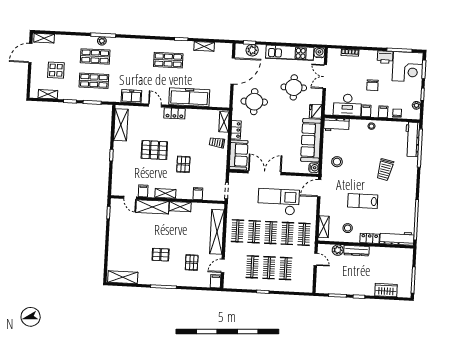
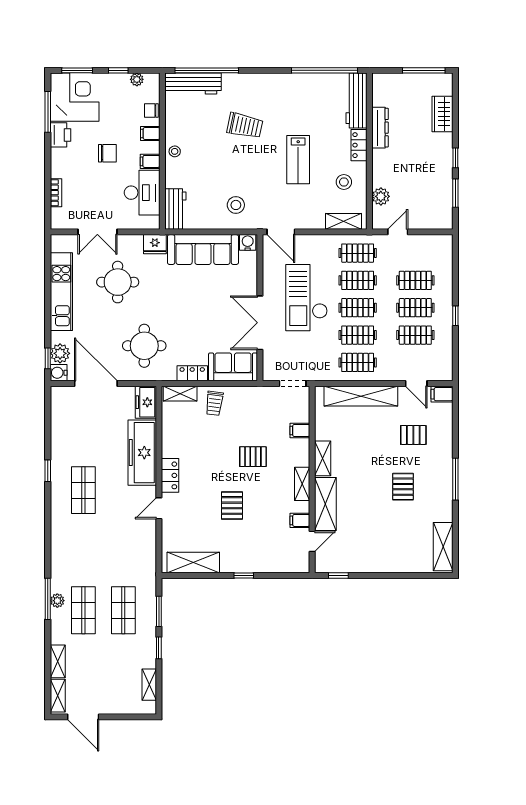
shelving: (204, 46) -> (58, 661), moved
water cooler: (319, 53) -> (59, 373), moved
display table: (56, 70) -> (109, 673), removed
freezer: (131, 96) -> (146, 402), moved
pallet: (154, 150) -> (232, 505), width x0.67, depth x0.71
dresser: (356, 251) -> (380, 128), moved

